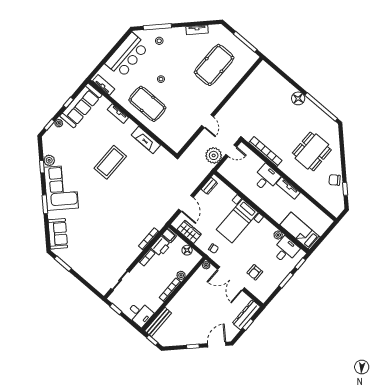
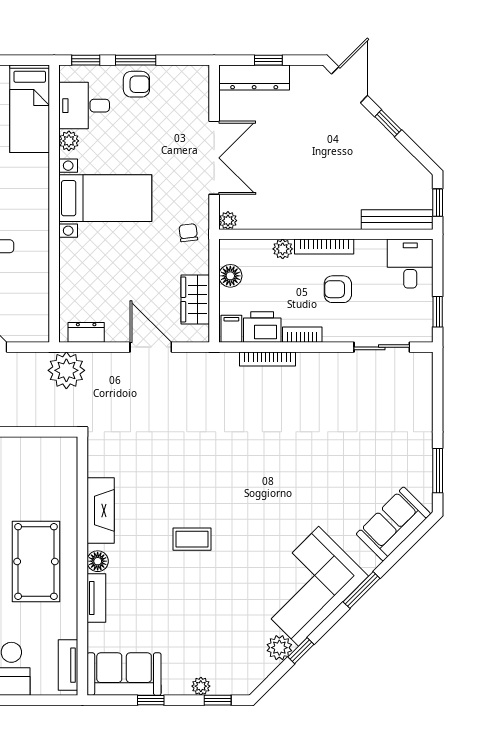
sofa: (81, 105) -> (124, 674), width x0.73
floor lamp: (130, 124) -> (98, 561), added
plant: (214, 155) -> (66, 370), moved
coffee table: (110, 162) -> (192, 539), width x0.54, depth x0.58
door: (186, 203) -> (151, 347), hinge flipped
bed with nightstands: (237, 221) -> (105, 198), moved
armchair: (255, 272) -> (136, 84), moved
armchair: (152, 282) -> (338, 289), added
door: (217, 345) -> (350, 85), swing flipped

